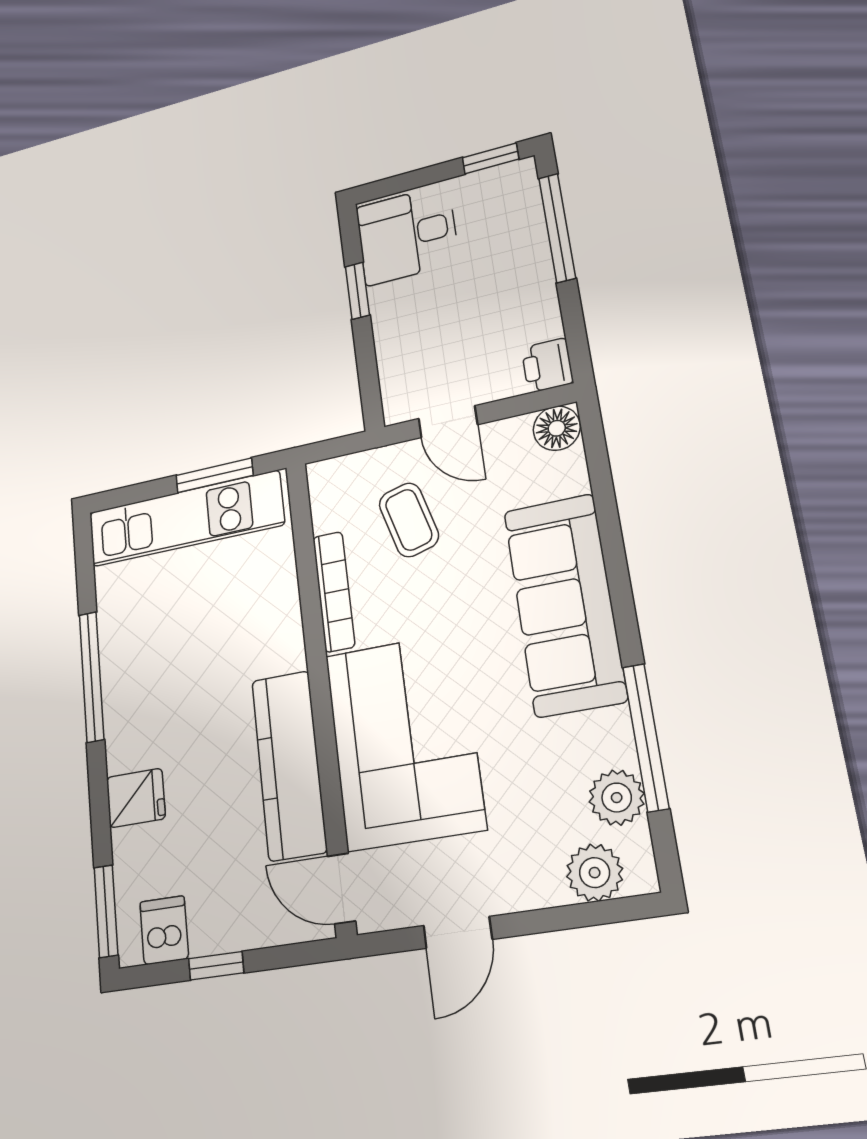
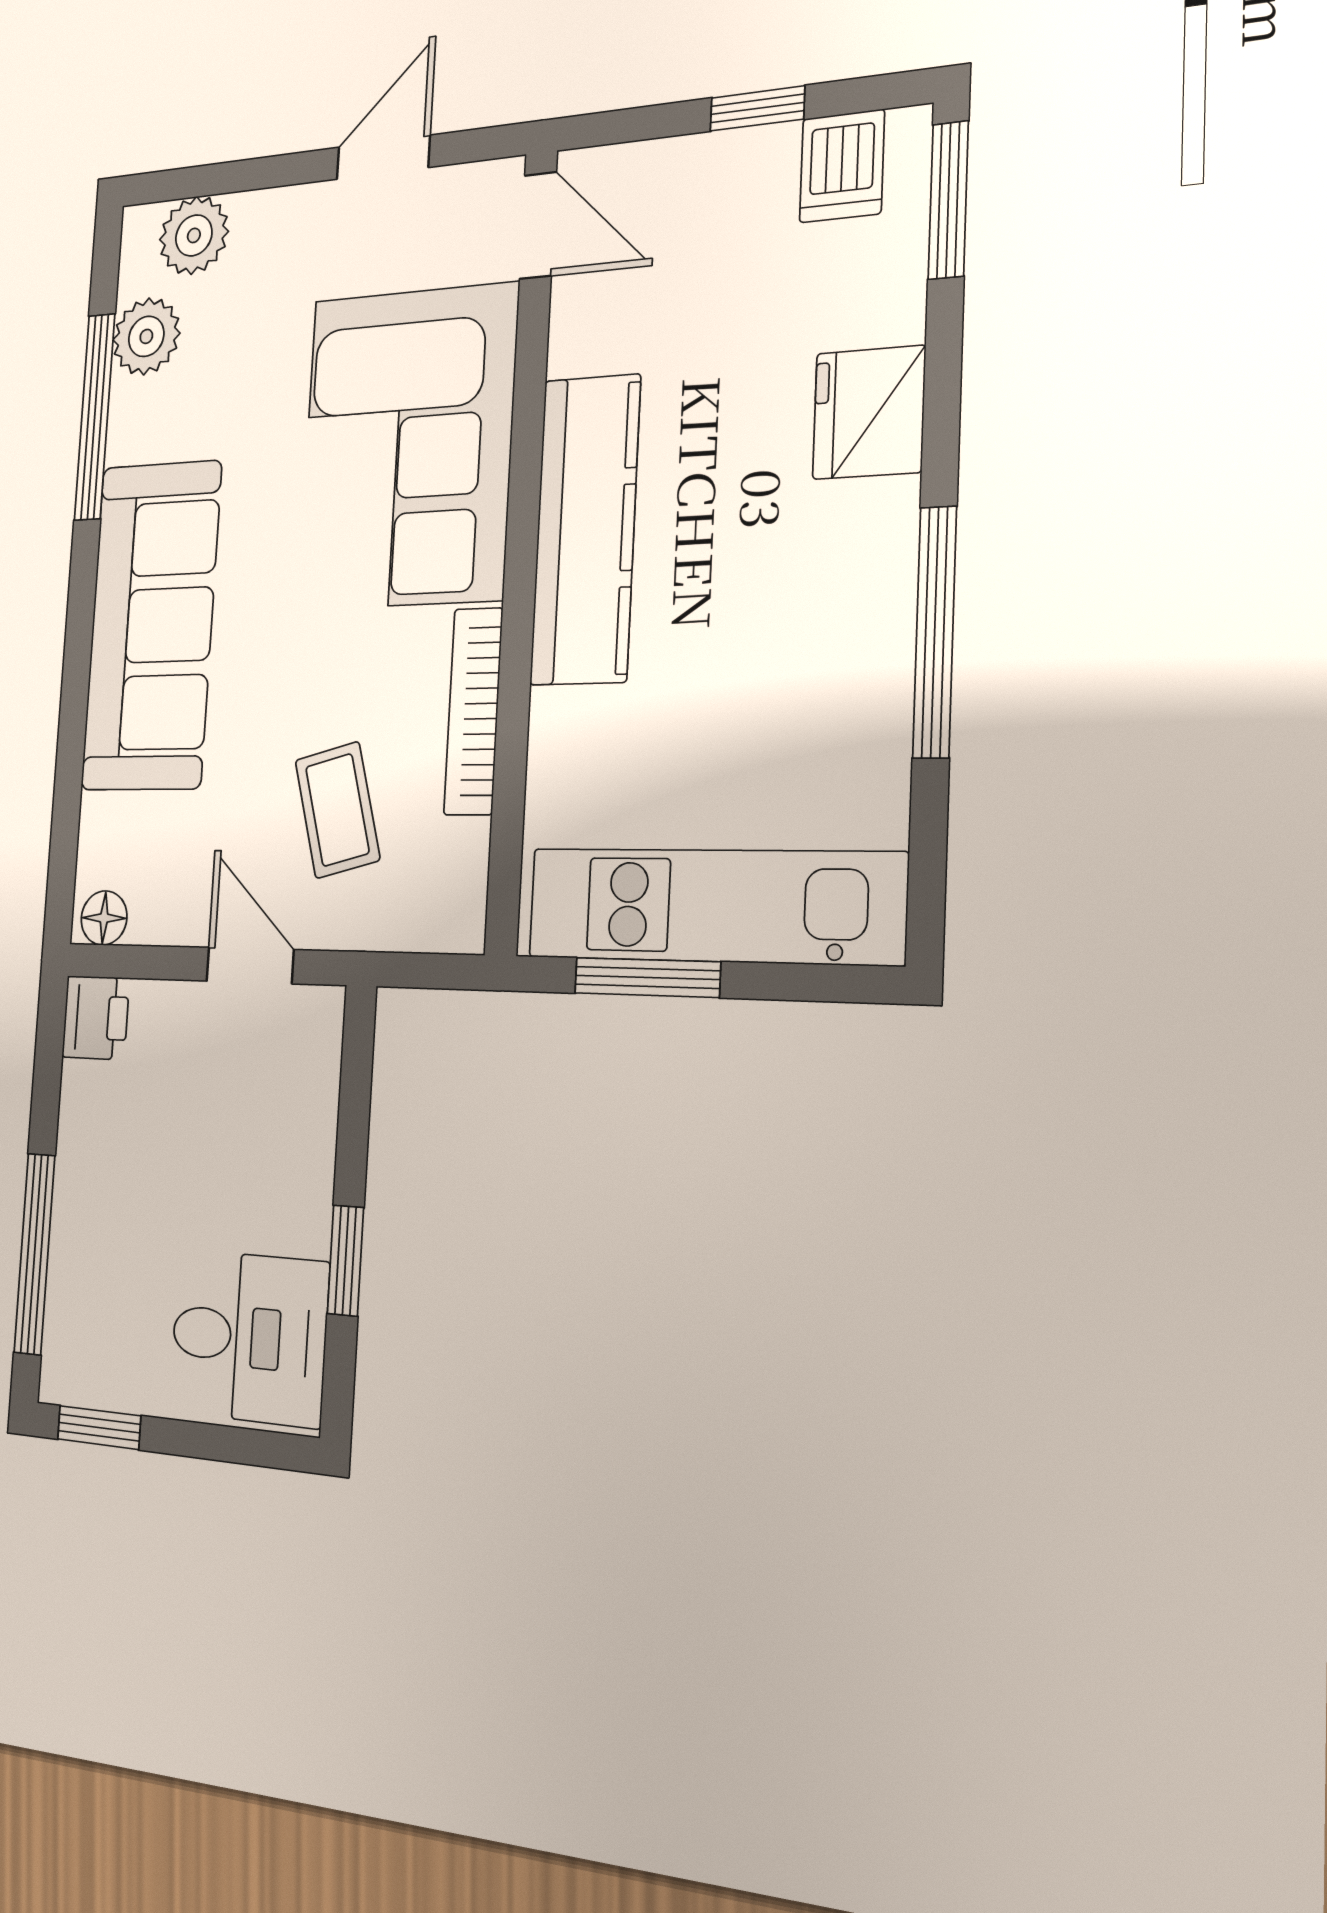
floor lamp: (557, 428) -> (104, 918), width x0.73, depth x0.73
kitchen counter: (289, 765) -> (585, 529), moved
fridge: (136, 798) -> (869, 413), width x1.38

